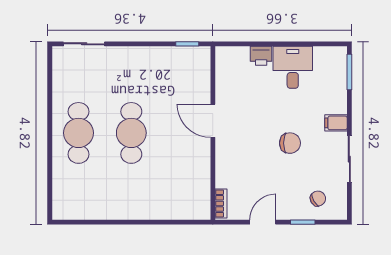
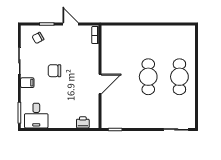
printer: (261, 56) -> (83, 122), moved
desk: (293, 67) -> (36, 116), moved
door: (213, 121) -> (100, 84), hinge flipped
door: (263, 222) -> (71, 24), swing flipped

